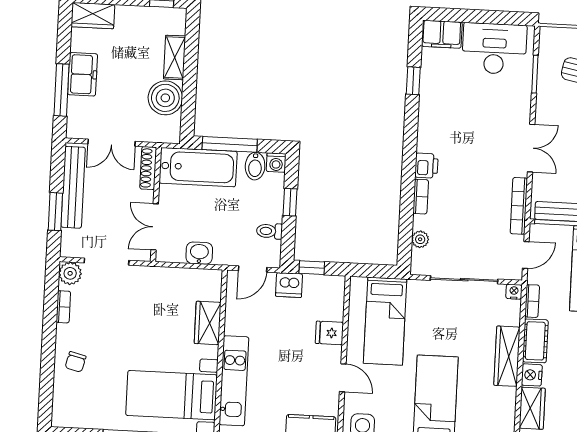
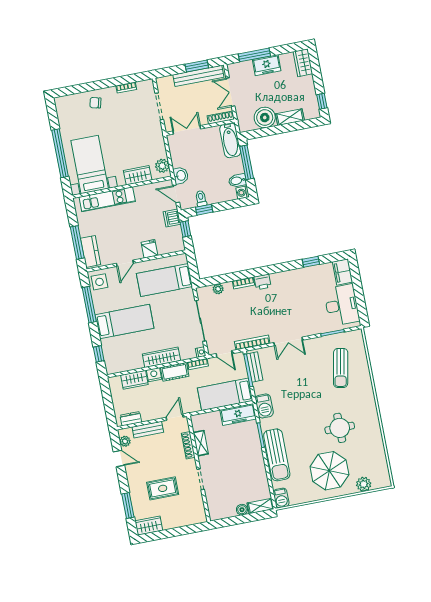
bathtub: (198, 167) -> (230, 140), width x0.73, depth x0.73
window: (290, 202) -> (204, 210), moved
window: (55, 212) -> (197, 66), moved
washbasin: (199, 253) -> (181, 176), moved
plant: (70, 273) -> (162, 166), moved

